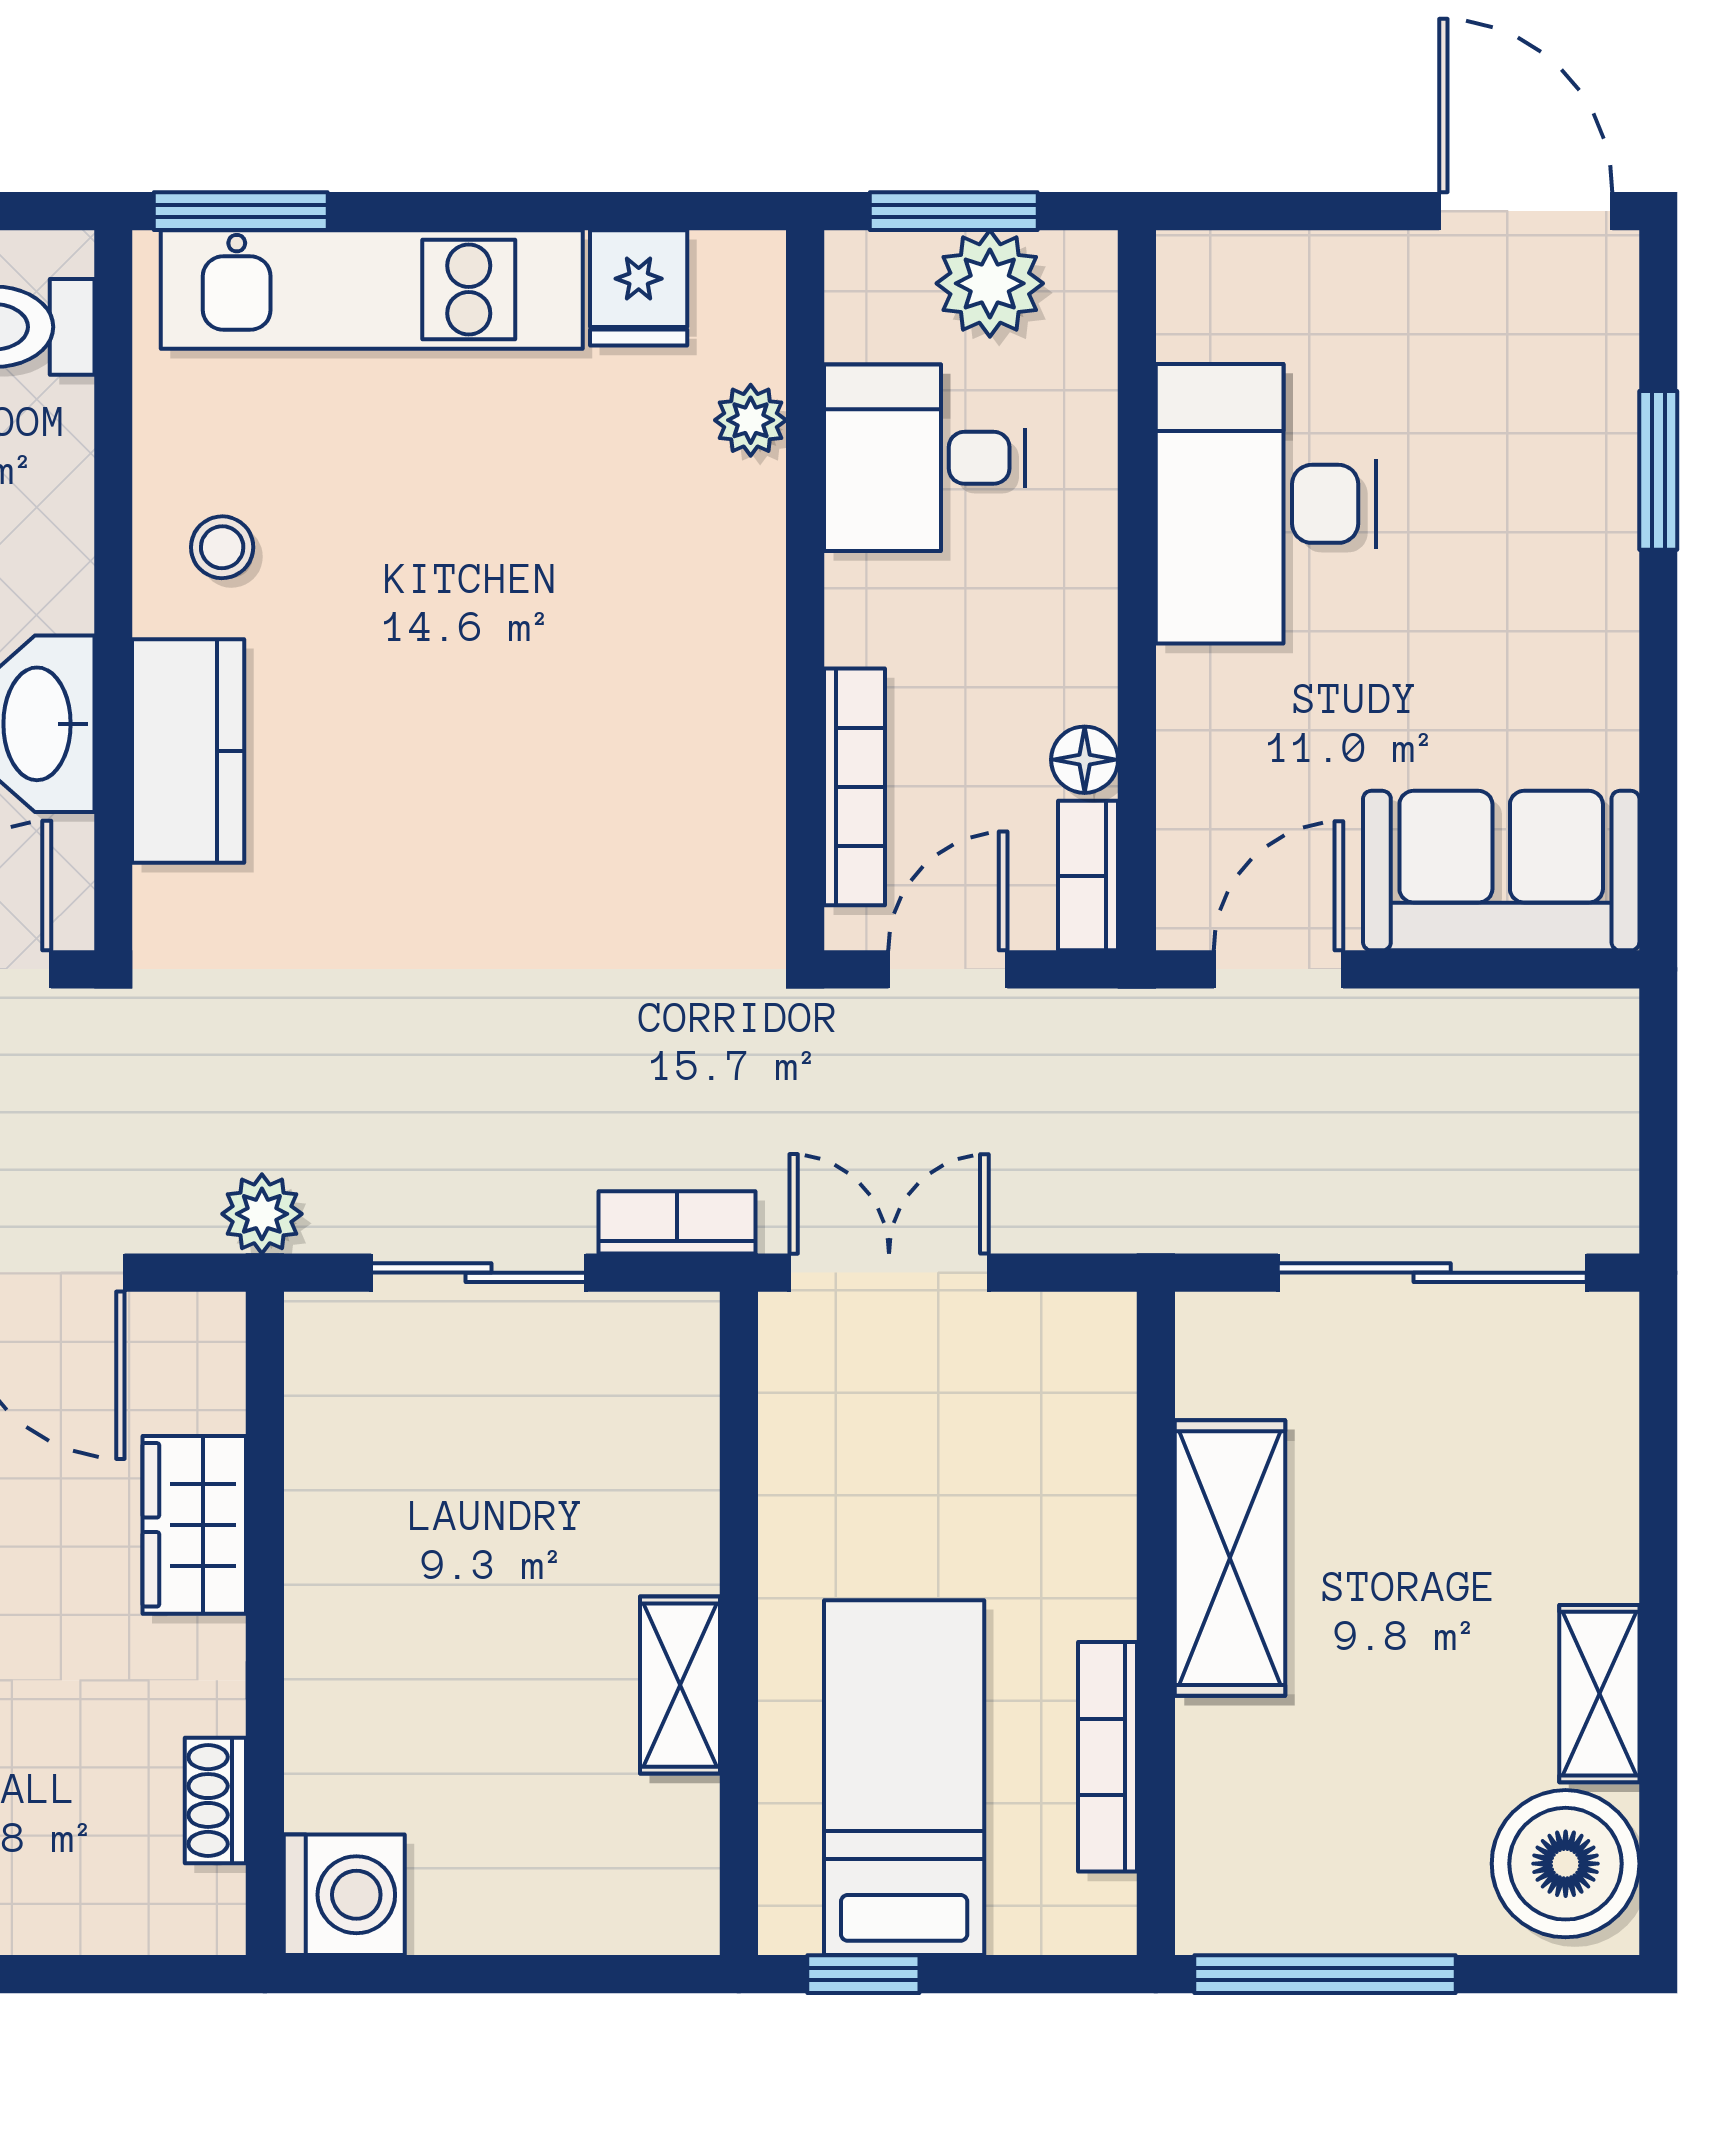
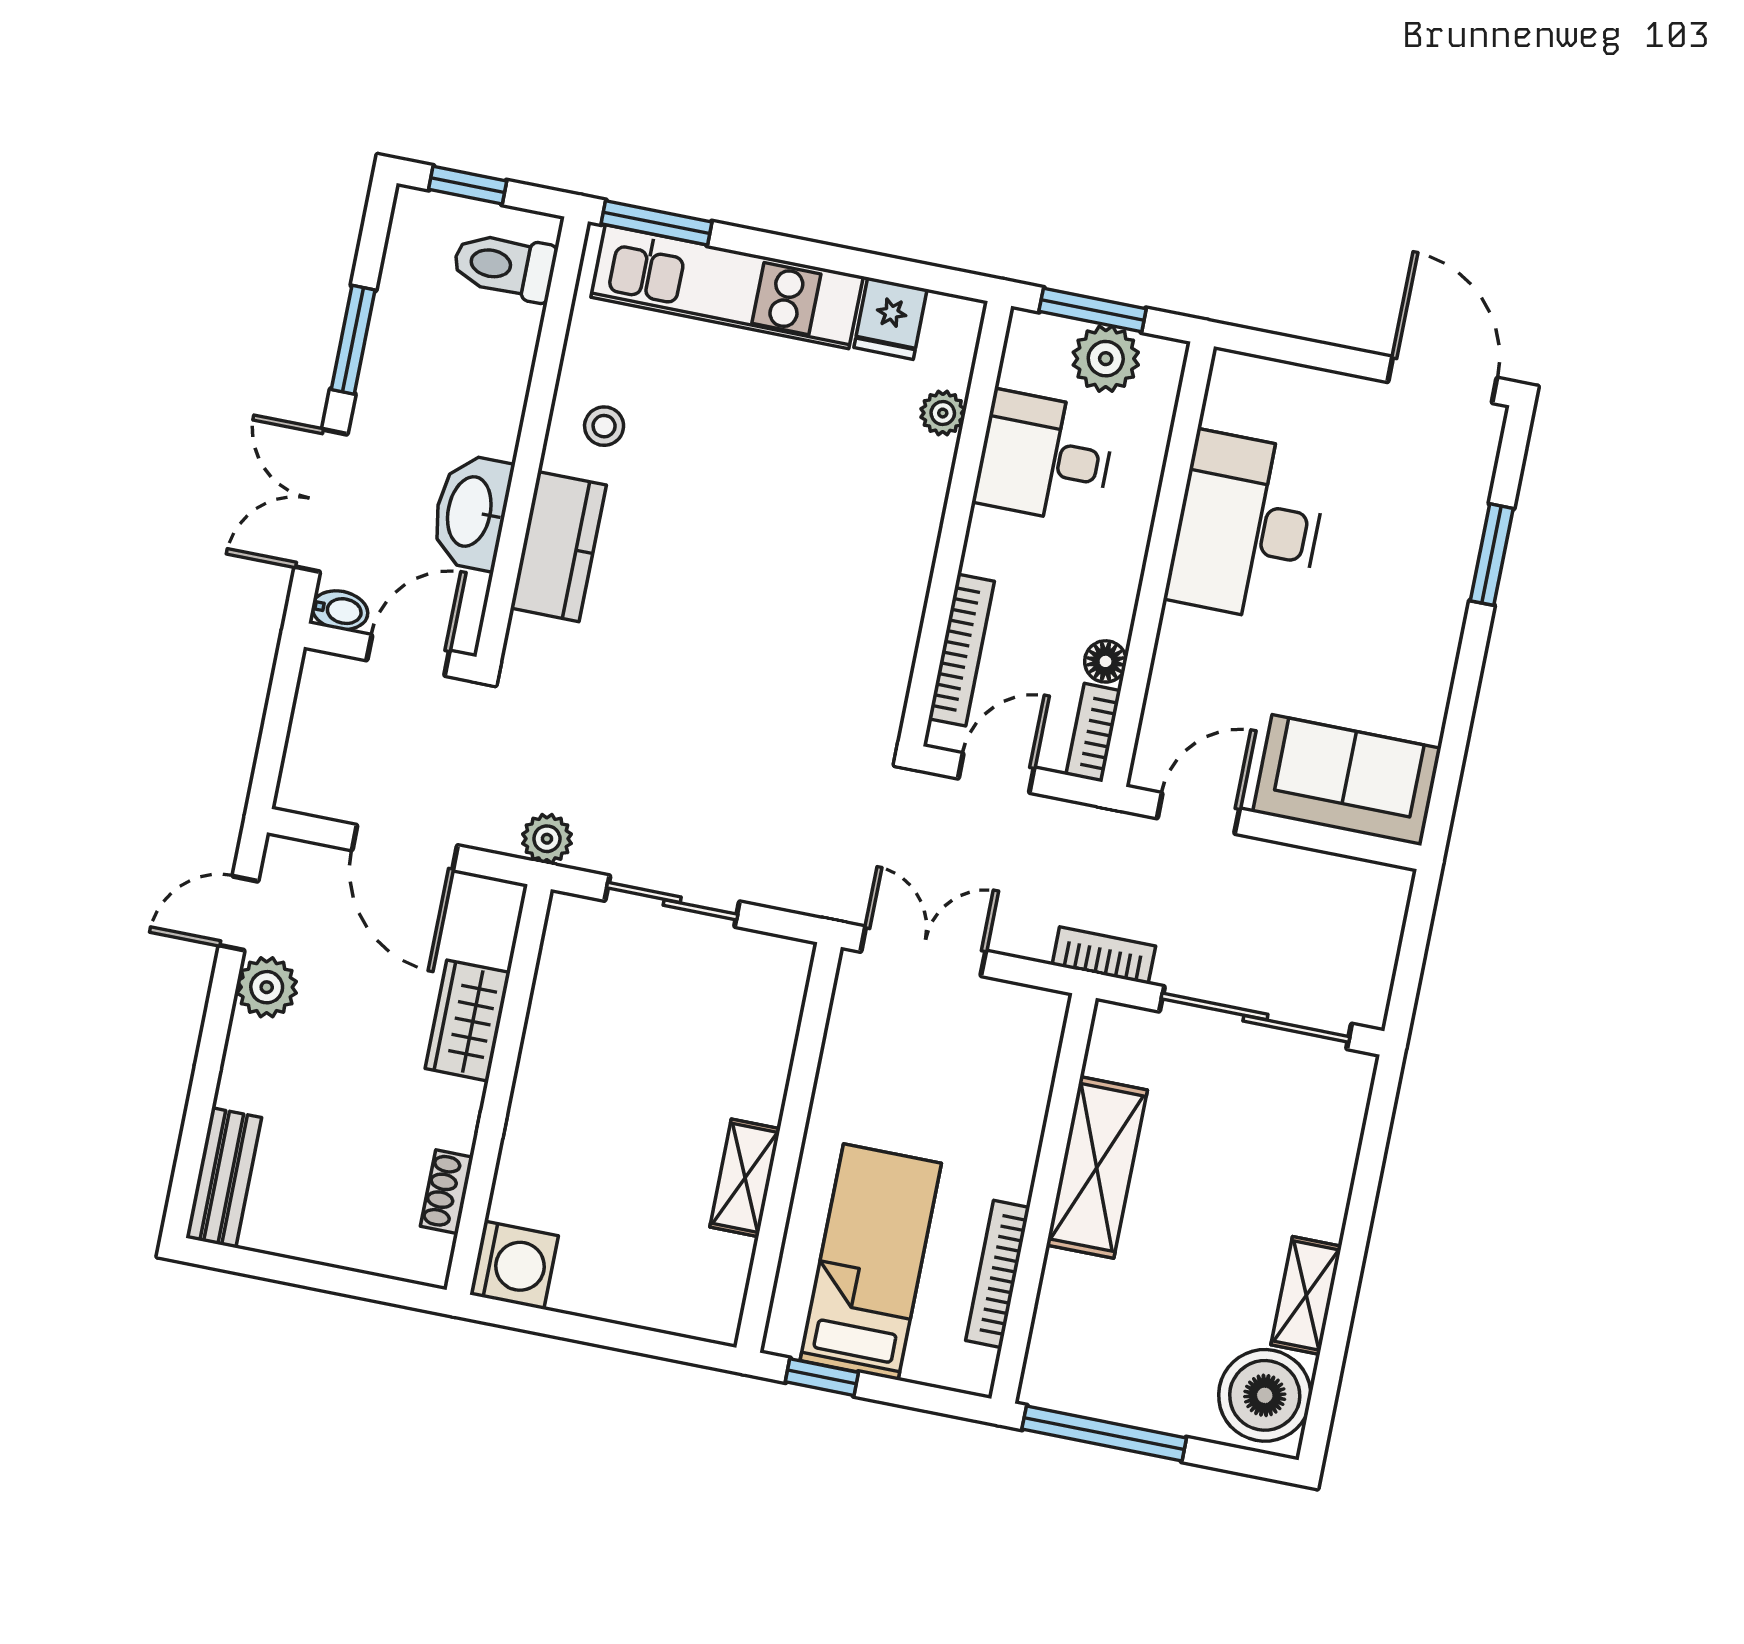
bookcase: (677, 1222) -> (1104, 955), moved

